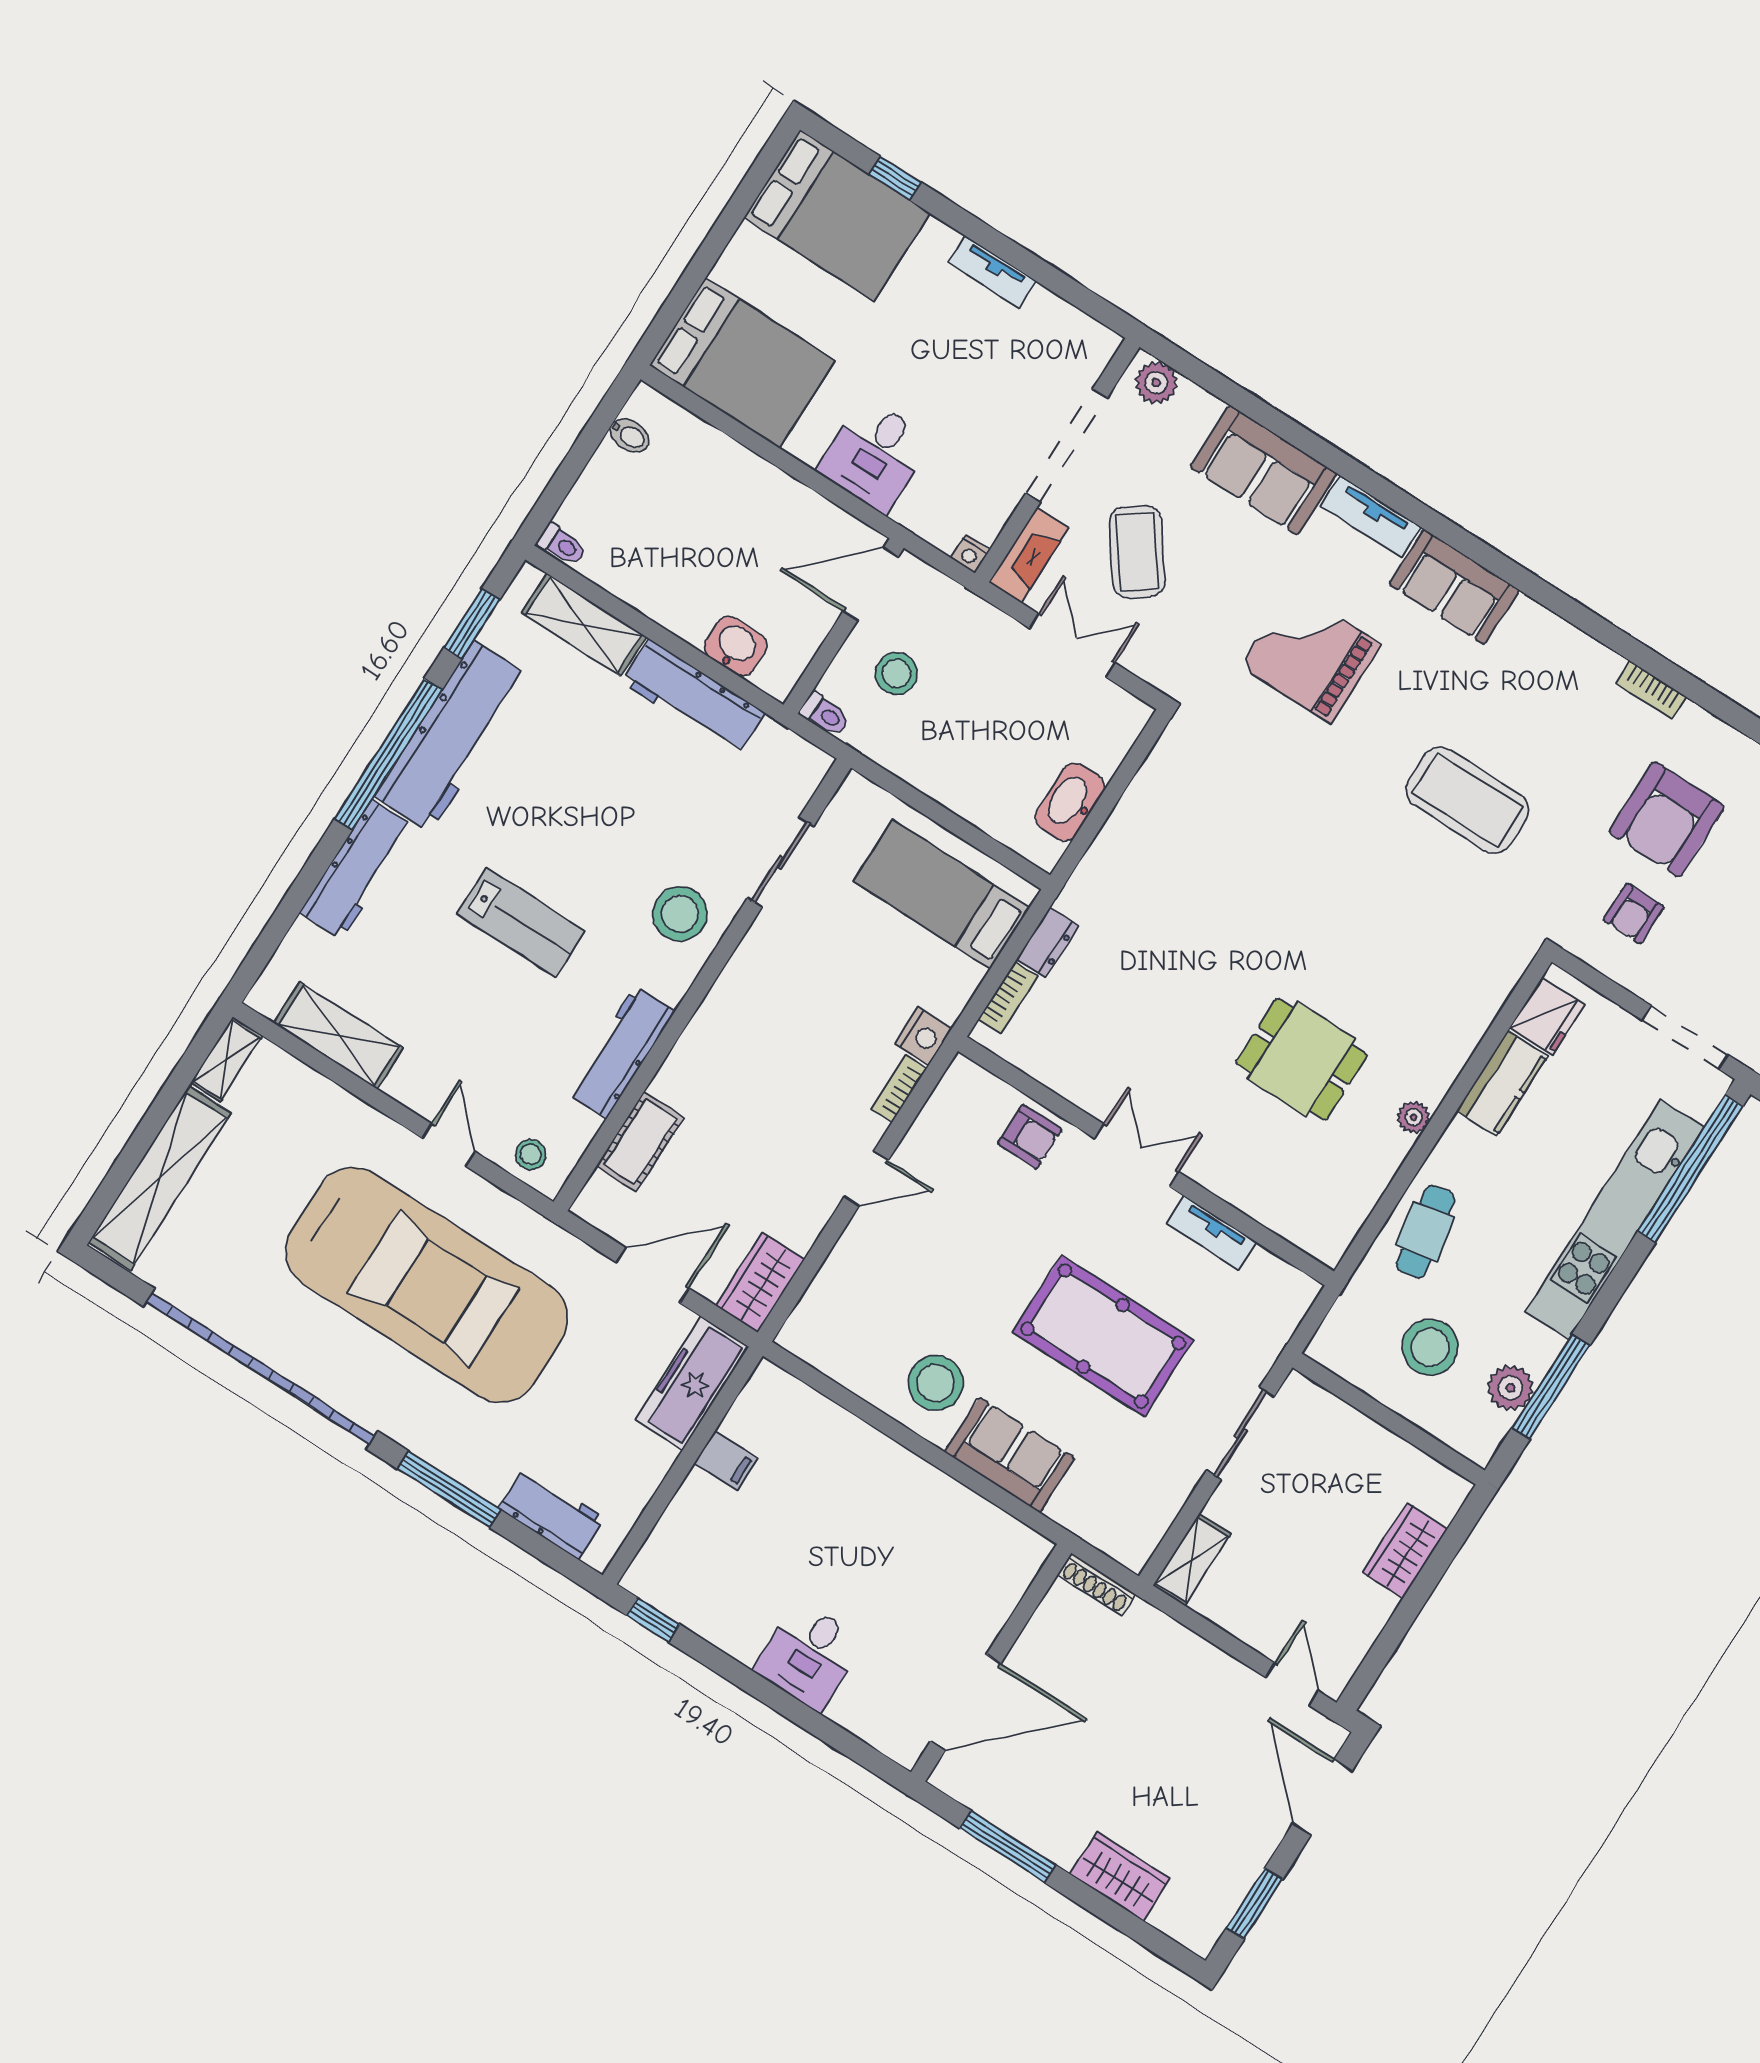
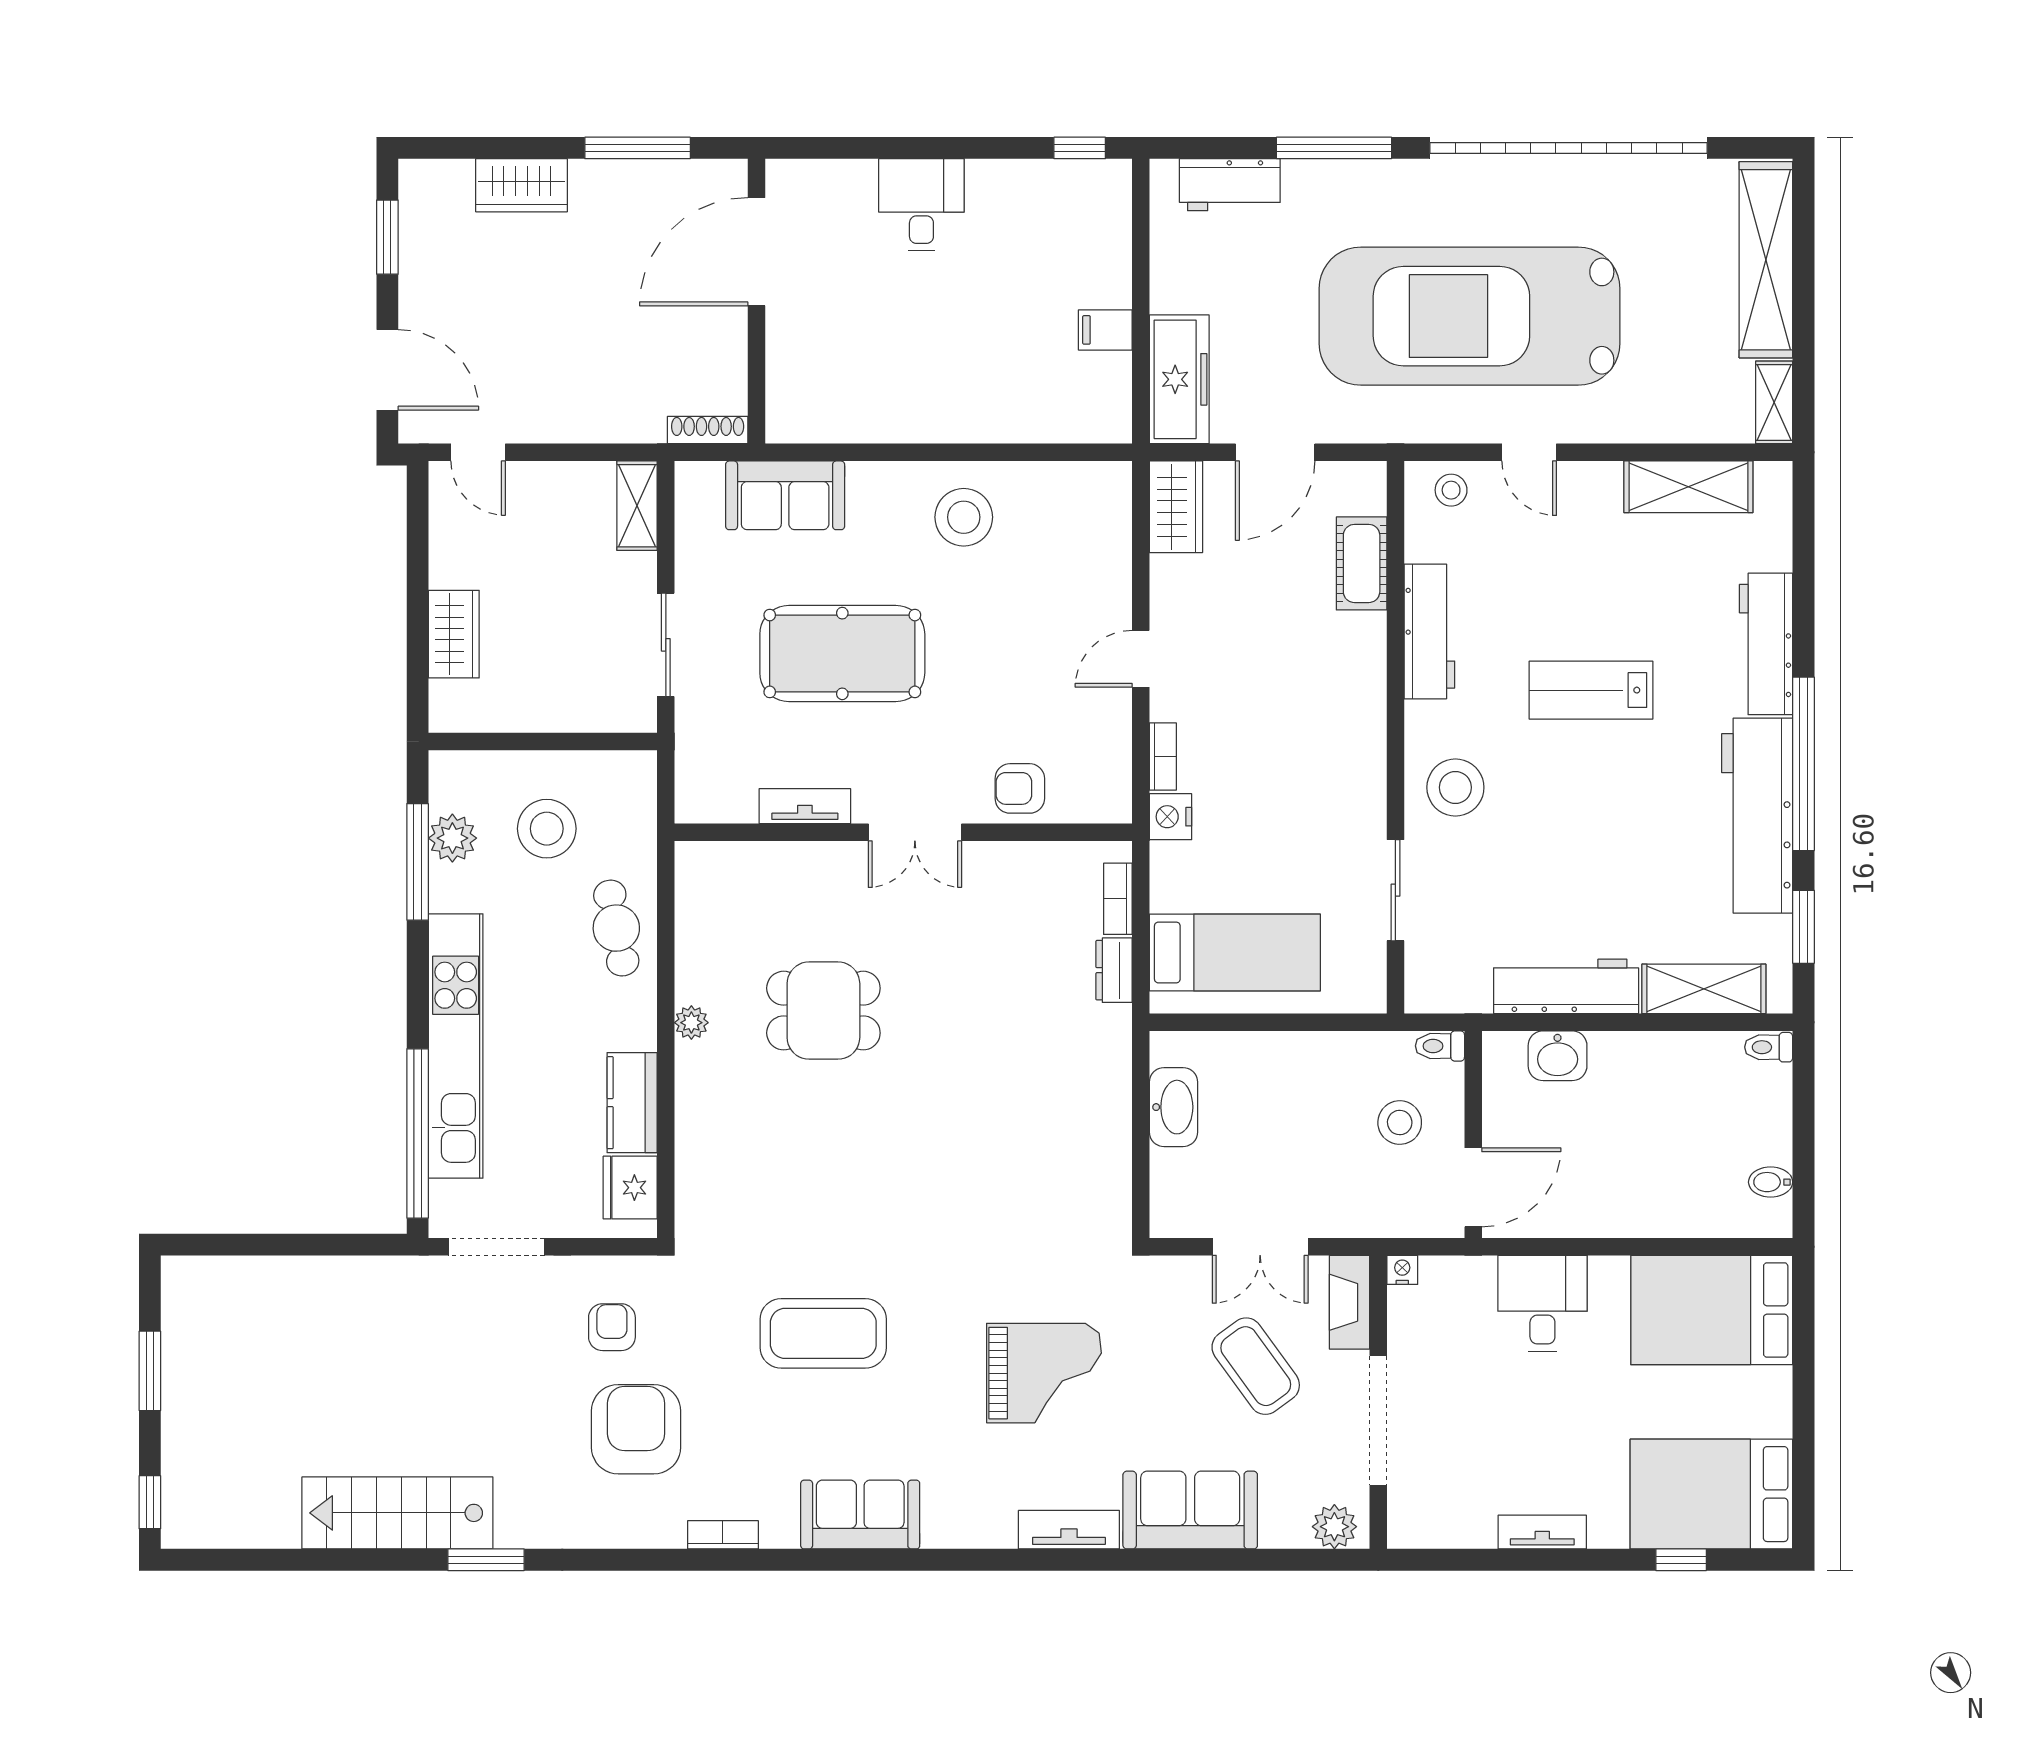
sofa: (1454, 587) -> (860, 1515), moved
sofa: (1010, 1455) -> (785, 495), moved

